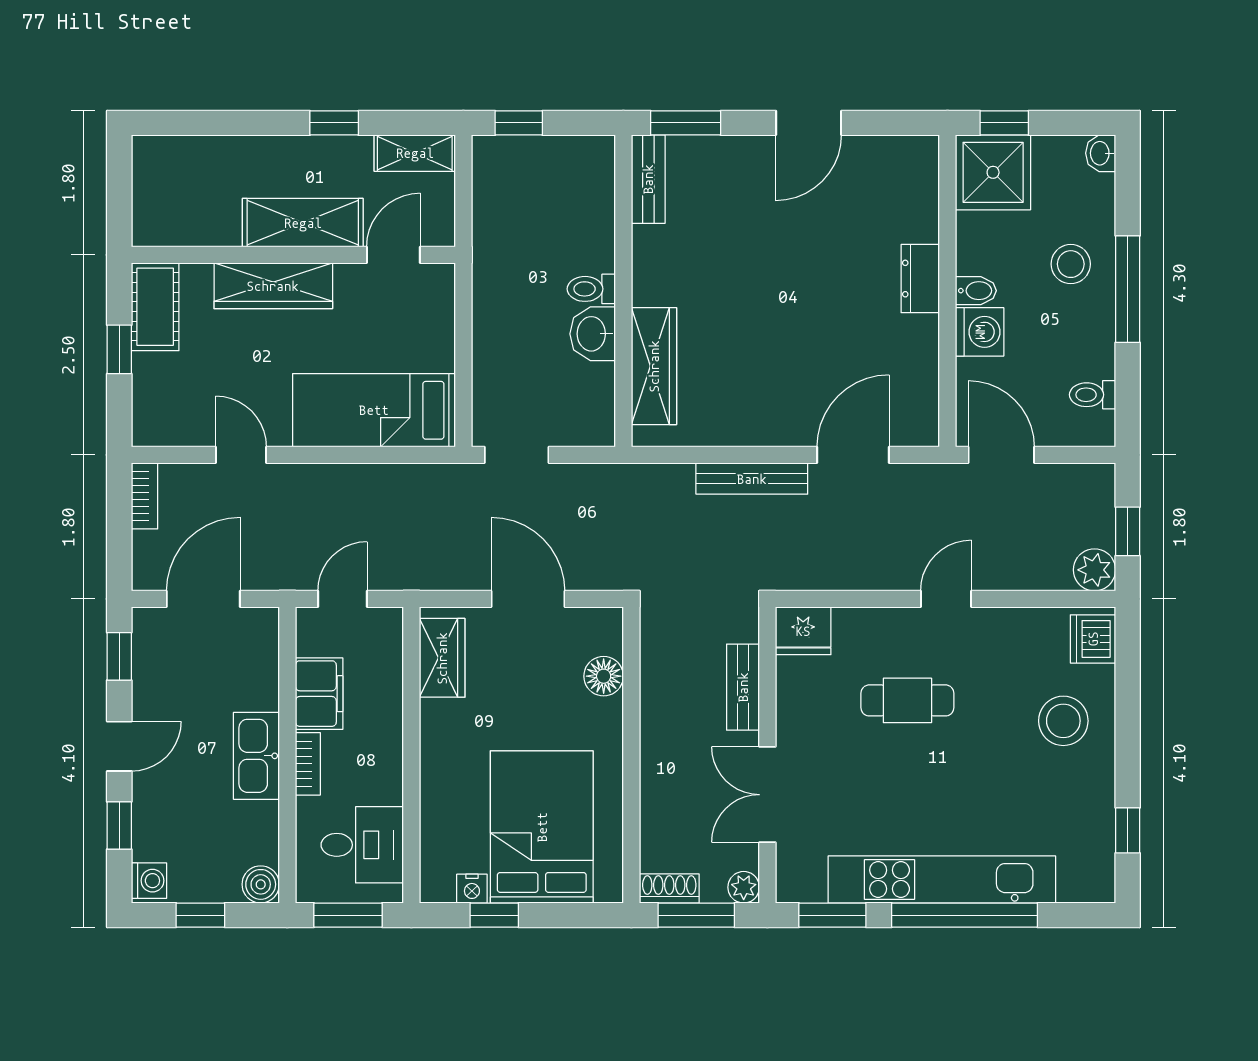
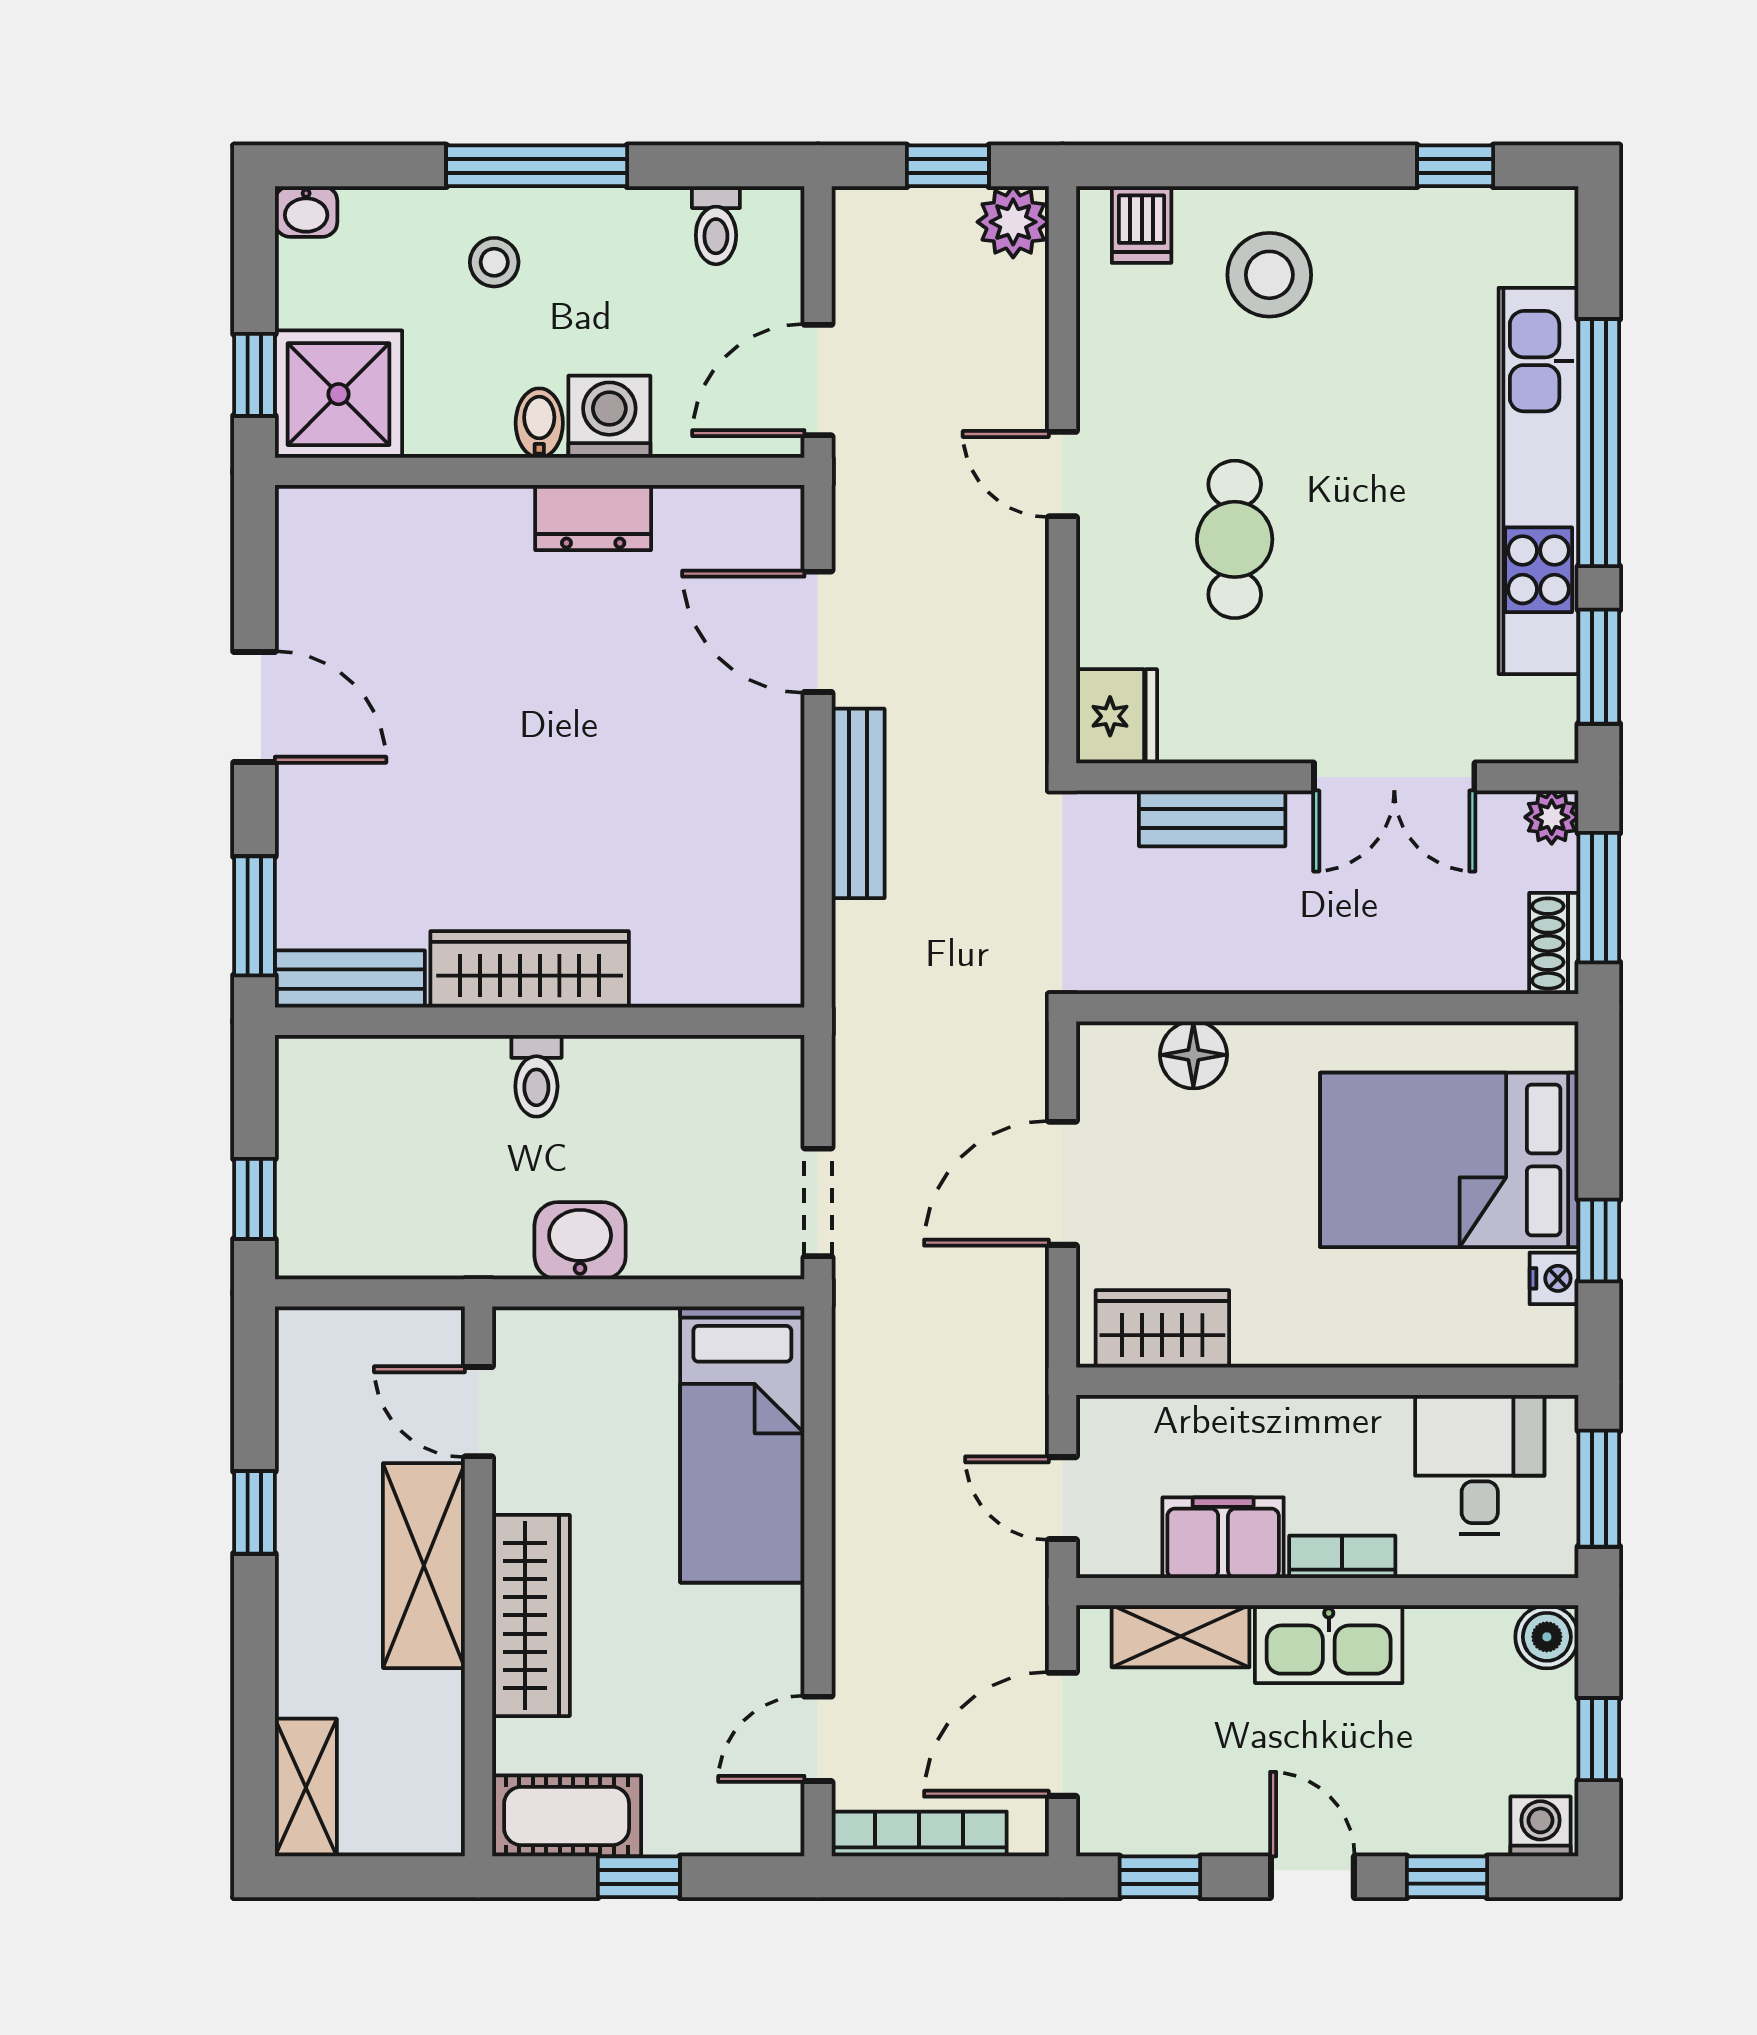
shelving: (415, 153) -> (306, 1788), moved
stool: (1071, 264) -> (494, 262), width x0.73, depth x0.73
dresser: (920, 279) -> (593, 518), moved
washbasin: (593, 334) -> (580, 1241), moved, turned 180
wardrobe: (654, 366) -> (530, 969), moved
door: (241, 455) -> (818, 1739), moved
bookcase: (144, 496) -> (919, 1834), width x1.56
door: (203, 599) -> (1062, 1734), hinge flipped
dishwasher: (1093, 639) -> (1142, 225), width x0.73
shelving: (261, 669) -> (1181, 1636), added

